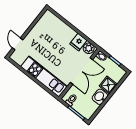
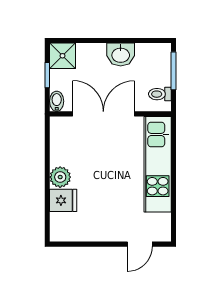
fridge: (78, 42) -> (63, 200), moved
plant: (89, 48) -> (60, 177), moved
shower: (108, 85) -> (63, 56), moved

